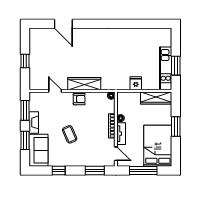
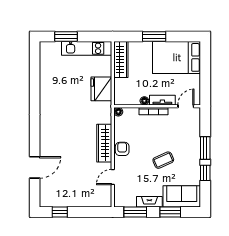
window: (25, 61) -> (60, 212), moved
window: (176, 66) -> (66, 37), moved
fridge: (136, 83) -> (101, 89), width x1.88, depth x1.34
window: (95, 170) -> (205, 148), moved
window: (143, 170) -> (205, 74), removed

